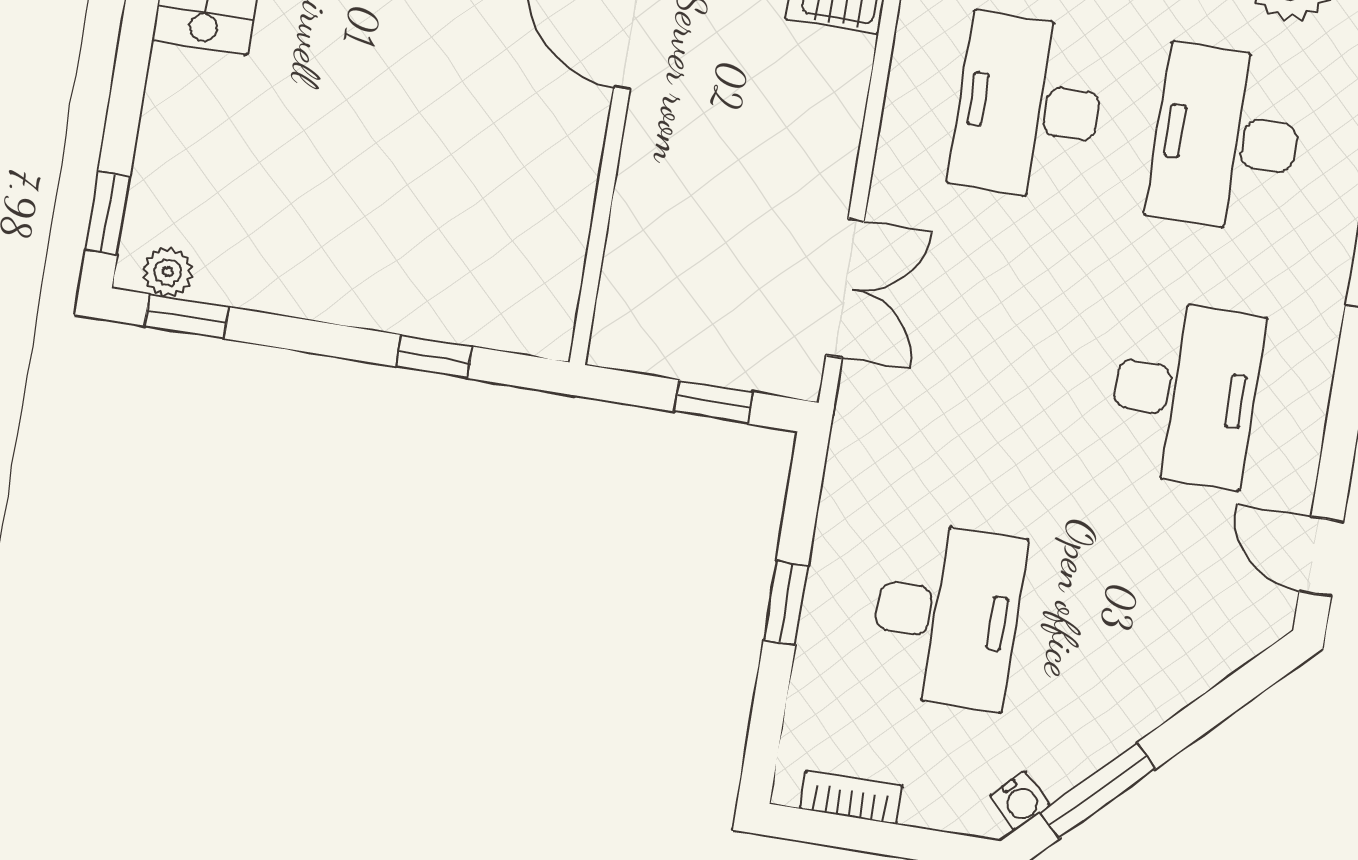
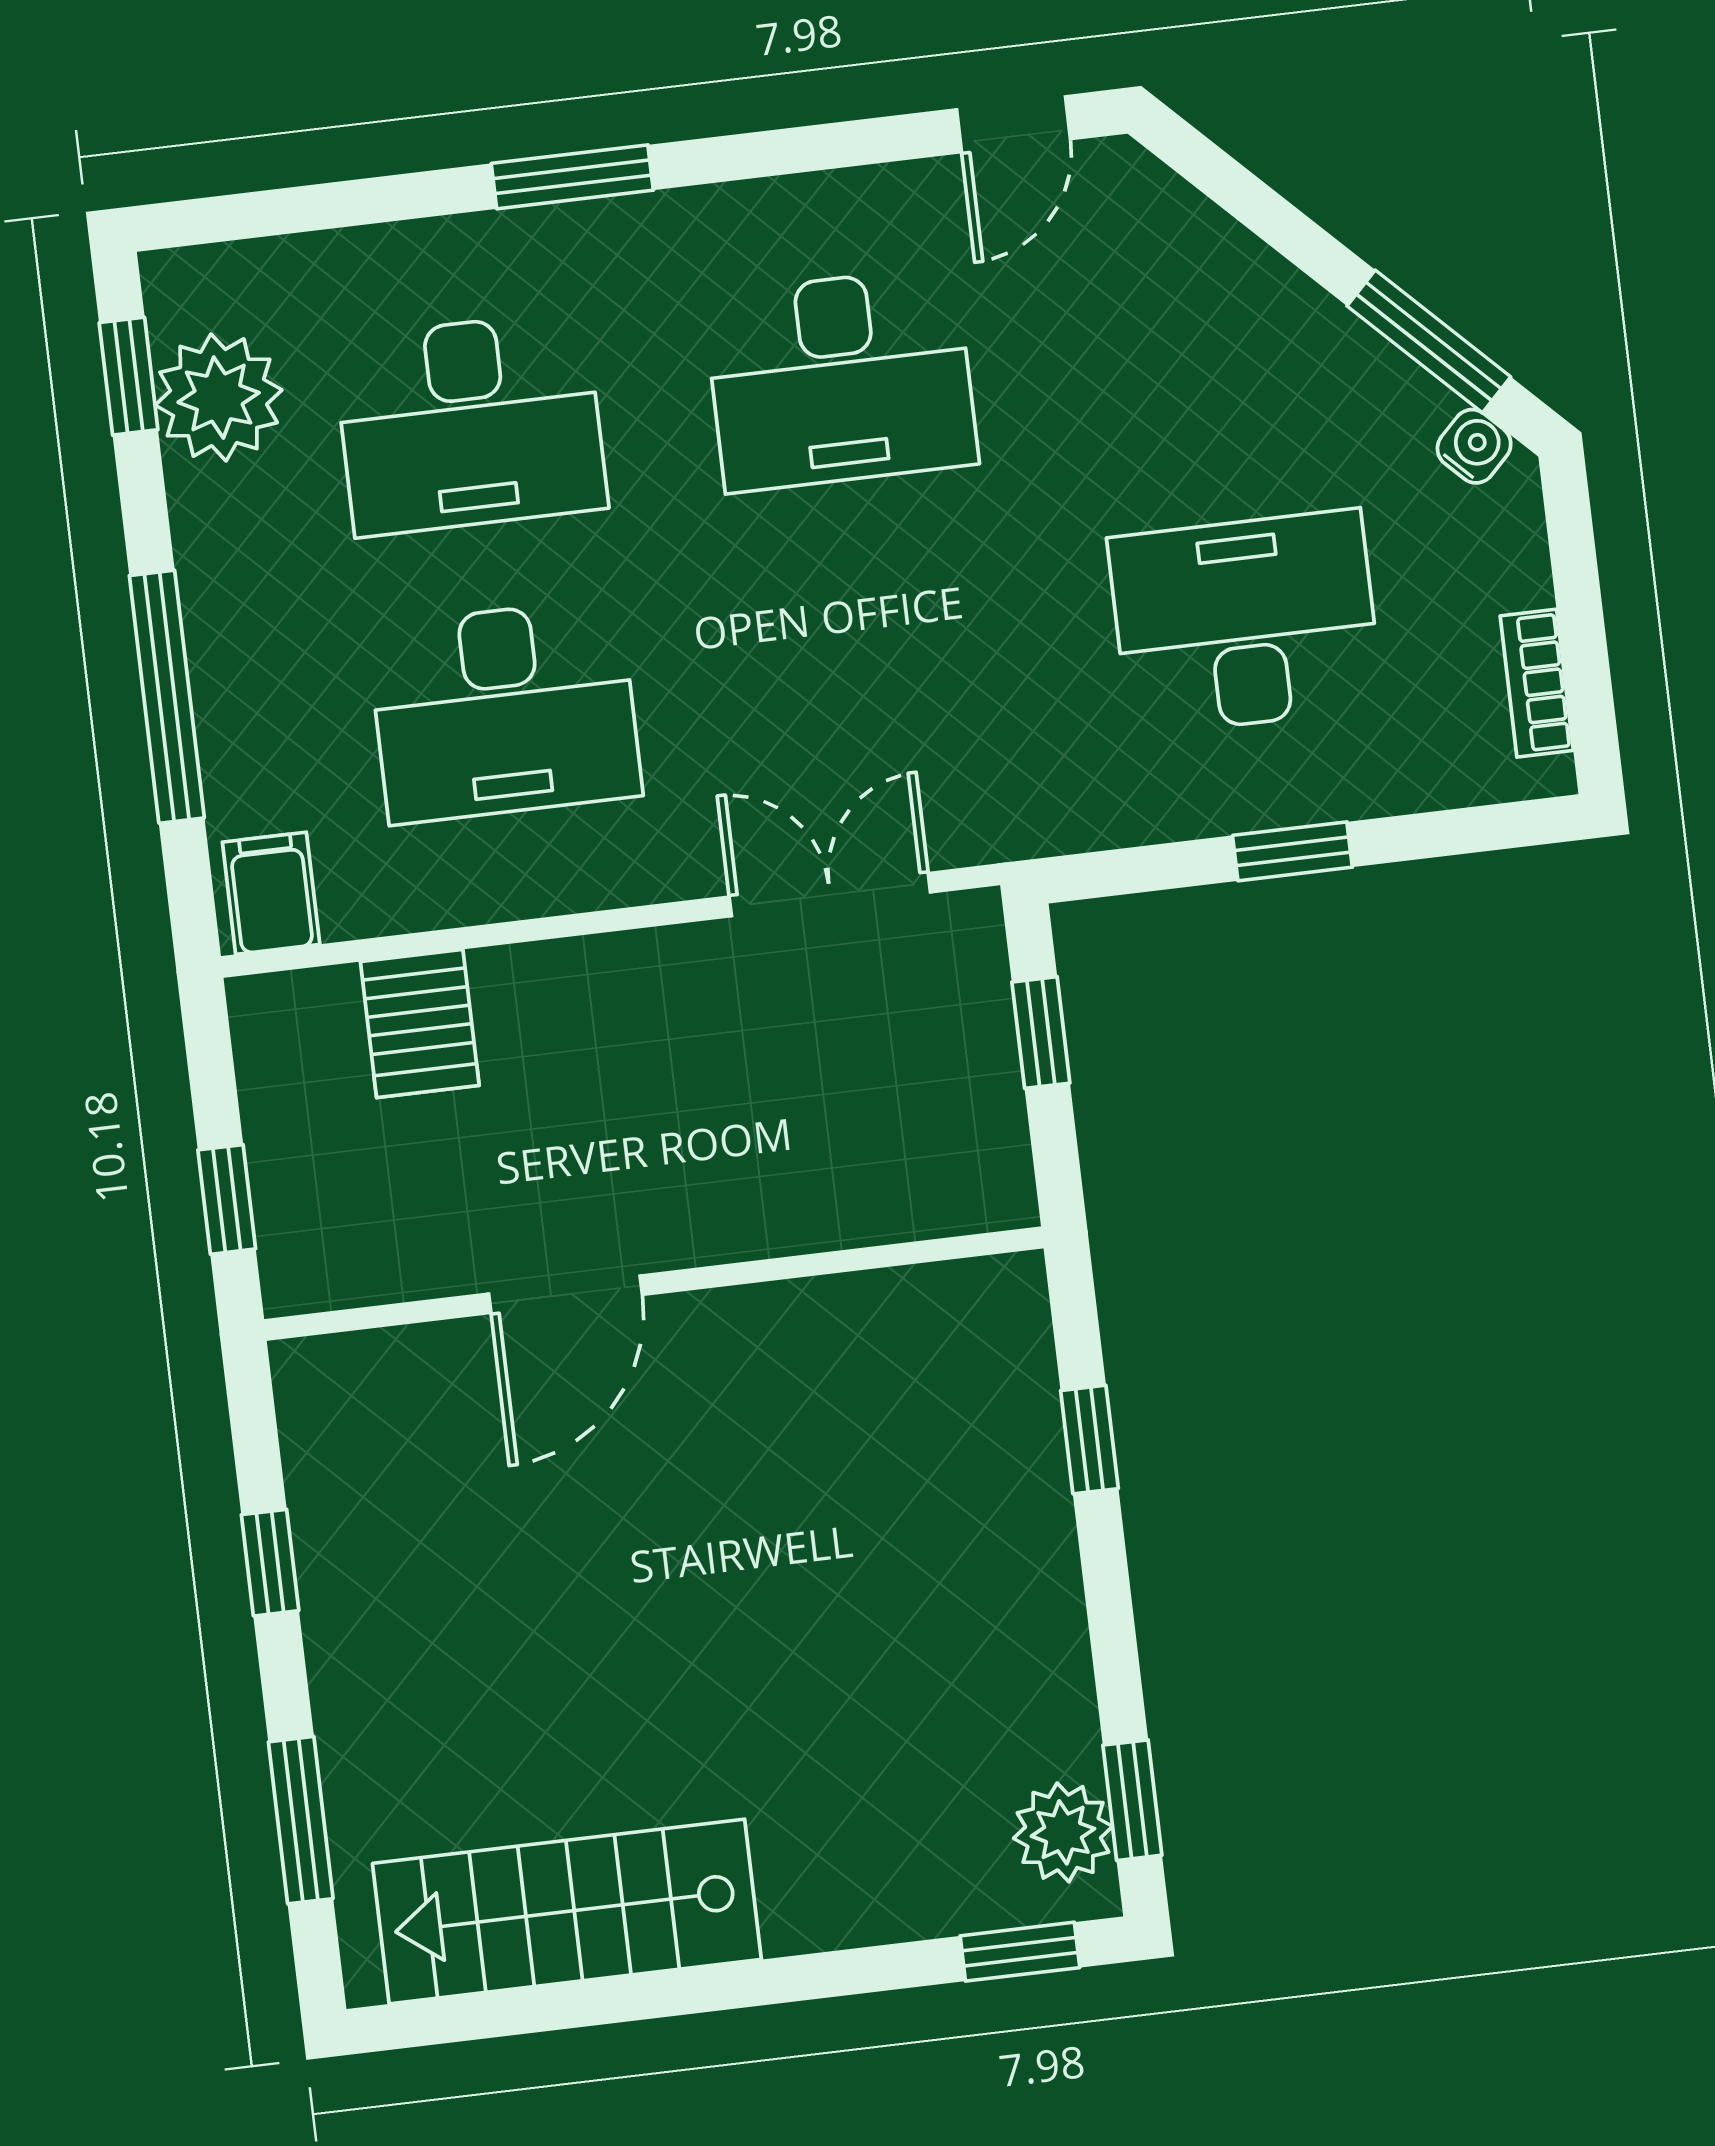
plant: (168, 272) -> (1063, 1832), width x1.38, depth x1.38
desk: (1185, 393) -> (841, 379), turned 180

